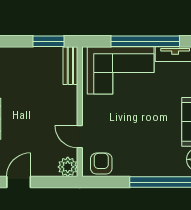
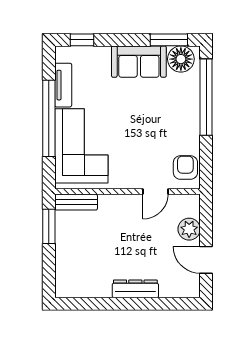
armchair: (101, 164) -> (185, 168), turned 90
plant: (68, 167) -> (189, 229), moved

